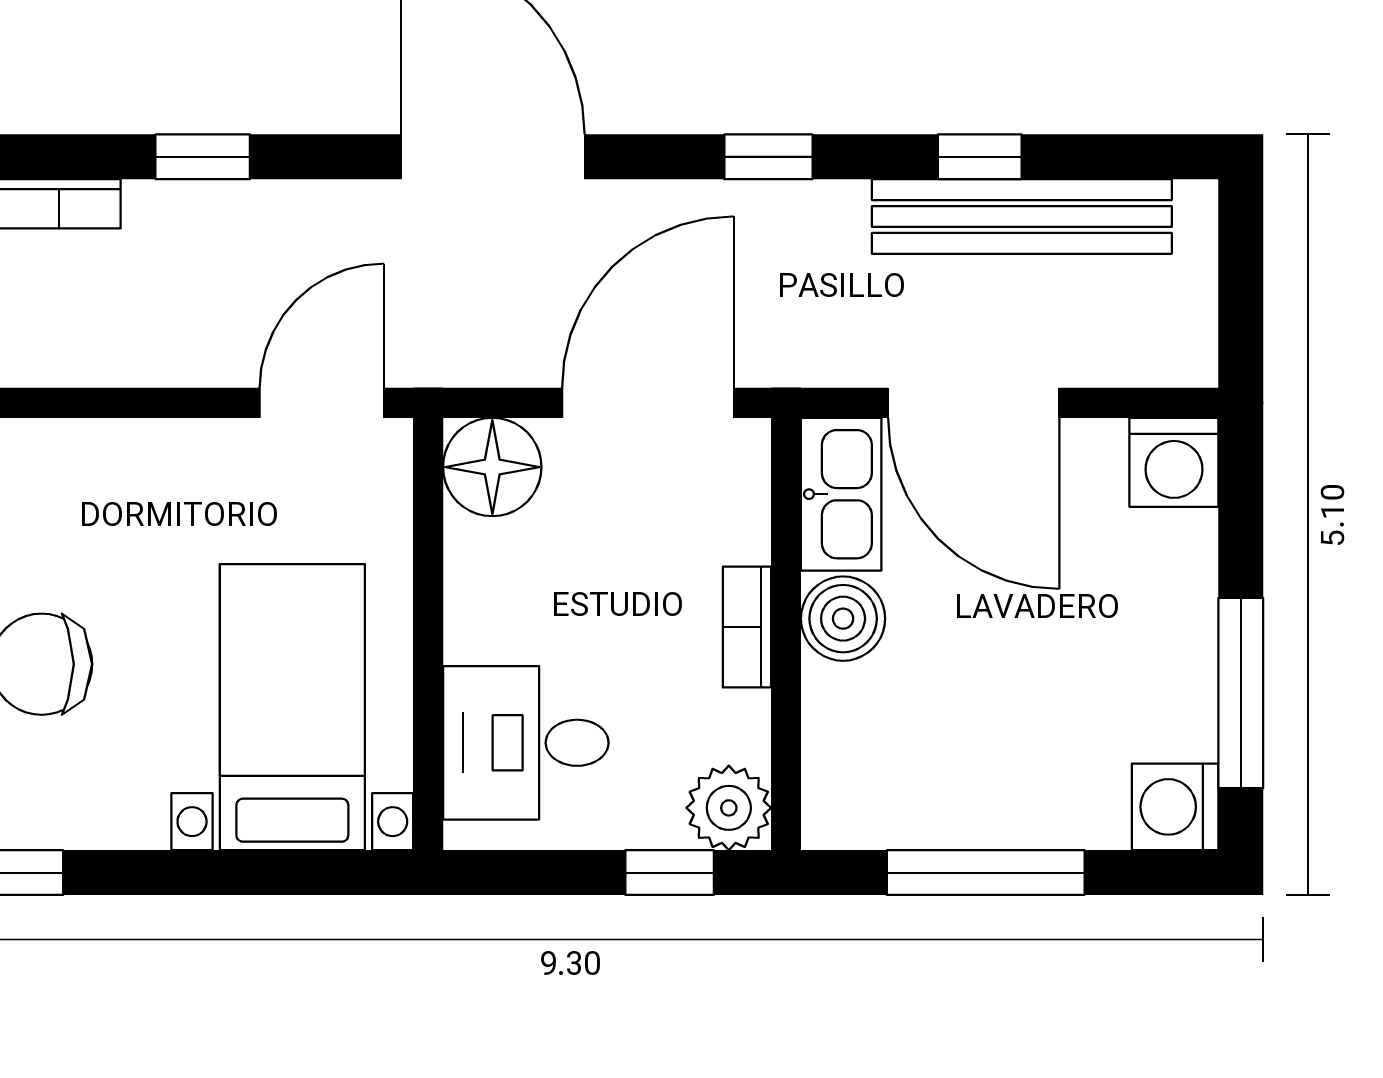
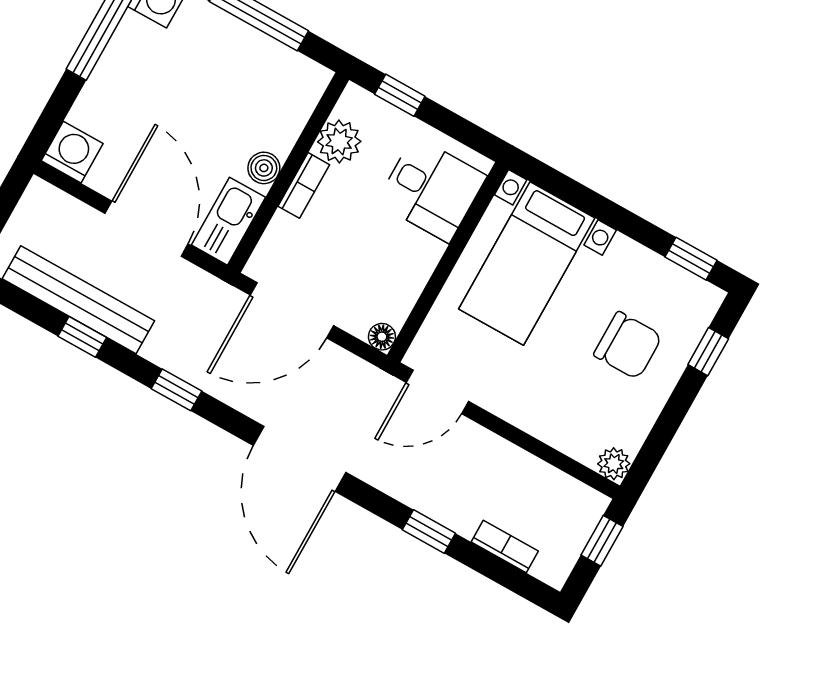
floor lamp: (492, 467) -> (382, 337), width x0.53, depth x0.53
boiler: (843, 619) -> (264, 168), width x0.73, depth x0.73
plant: (729, 808) -> (339, 142), moved

